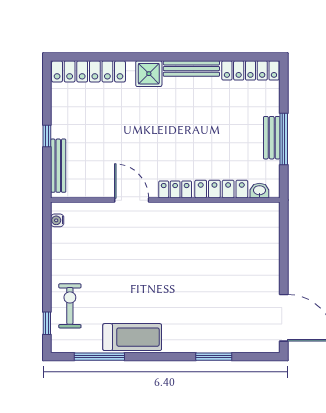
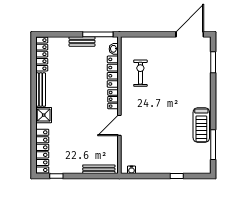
window: (47, 136) -> (56, 176), moved
window: (284, 139) -> (98, 34), moved
exercise bike: (70, 306) -> (140, 73), moved, turned 90
window: (47, 323) -> (177, 176), moved
treadmill: (132, 337) -> (201, 125), turned 180
window: (214, 357) -> (213, 62), moved

